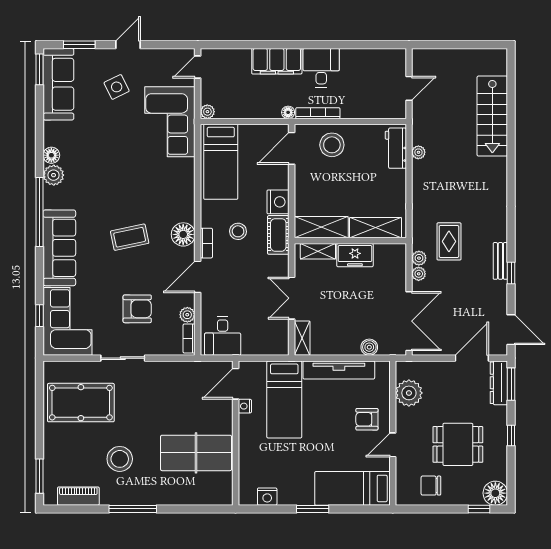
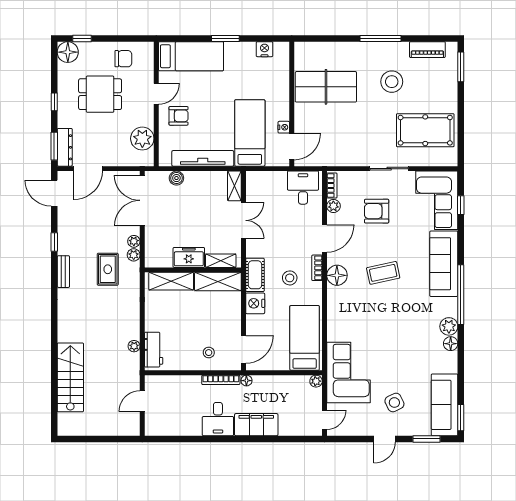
stool: (332, 145) -> (209, 353), width x0.53, depth x0.53
bench: (500, 261) -> (63, 272), moved

